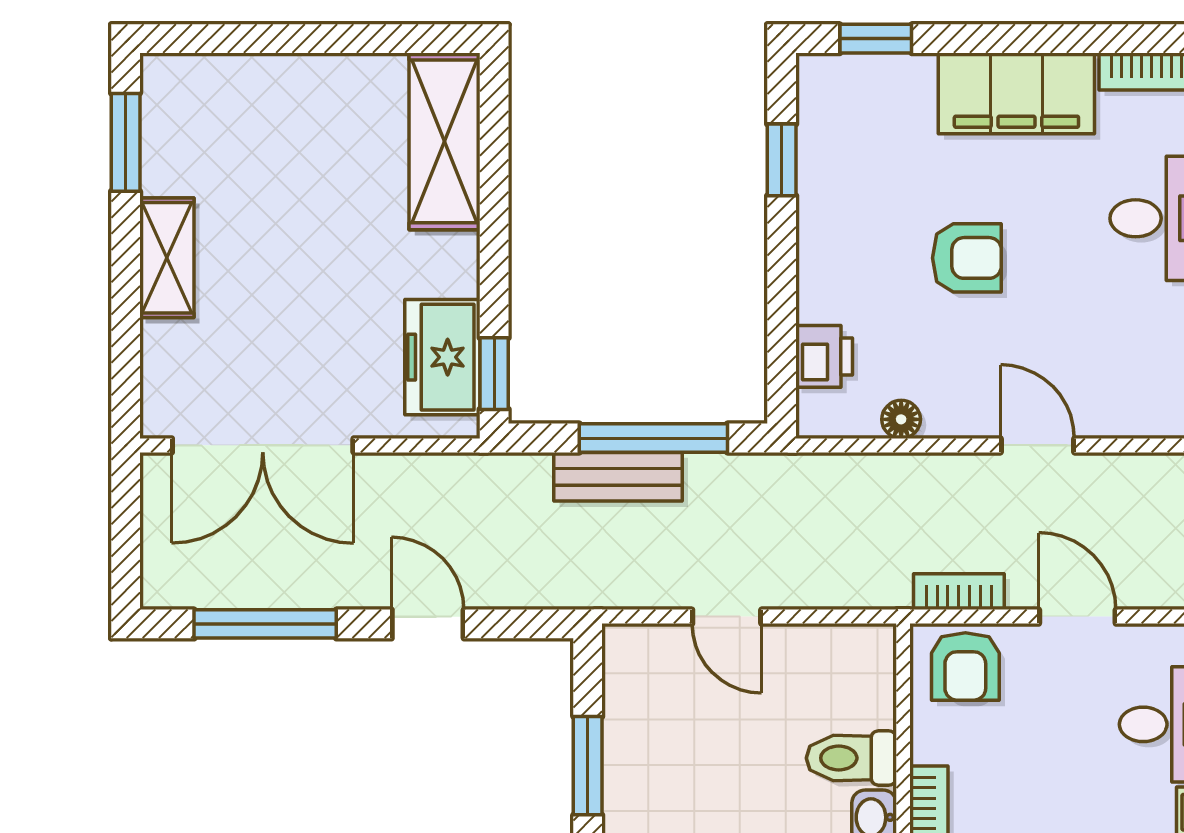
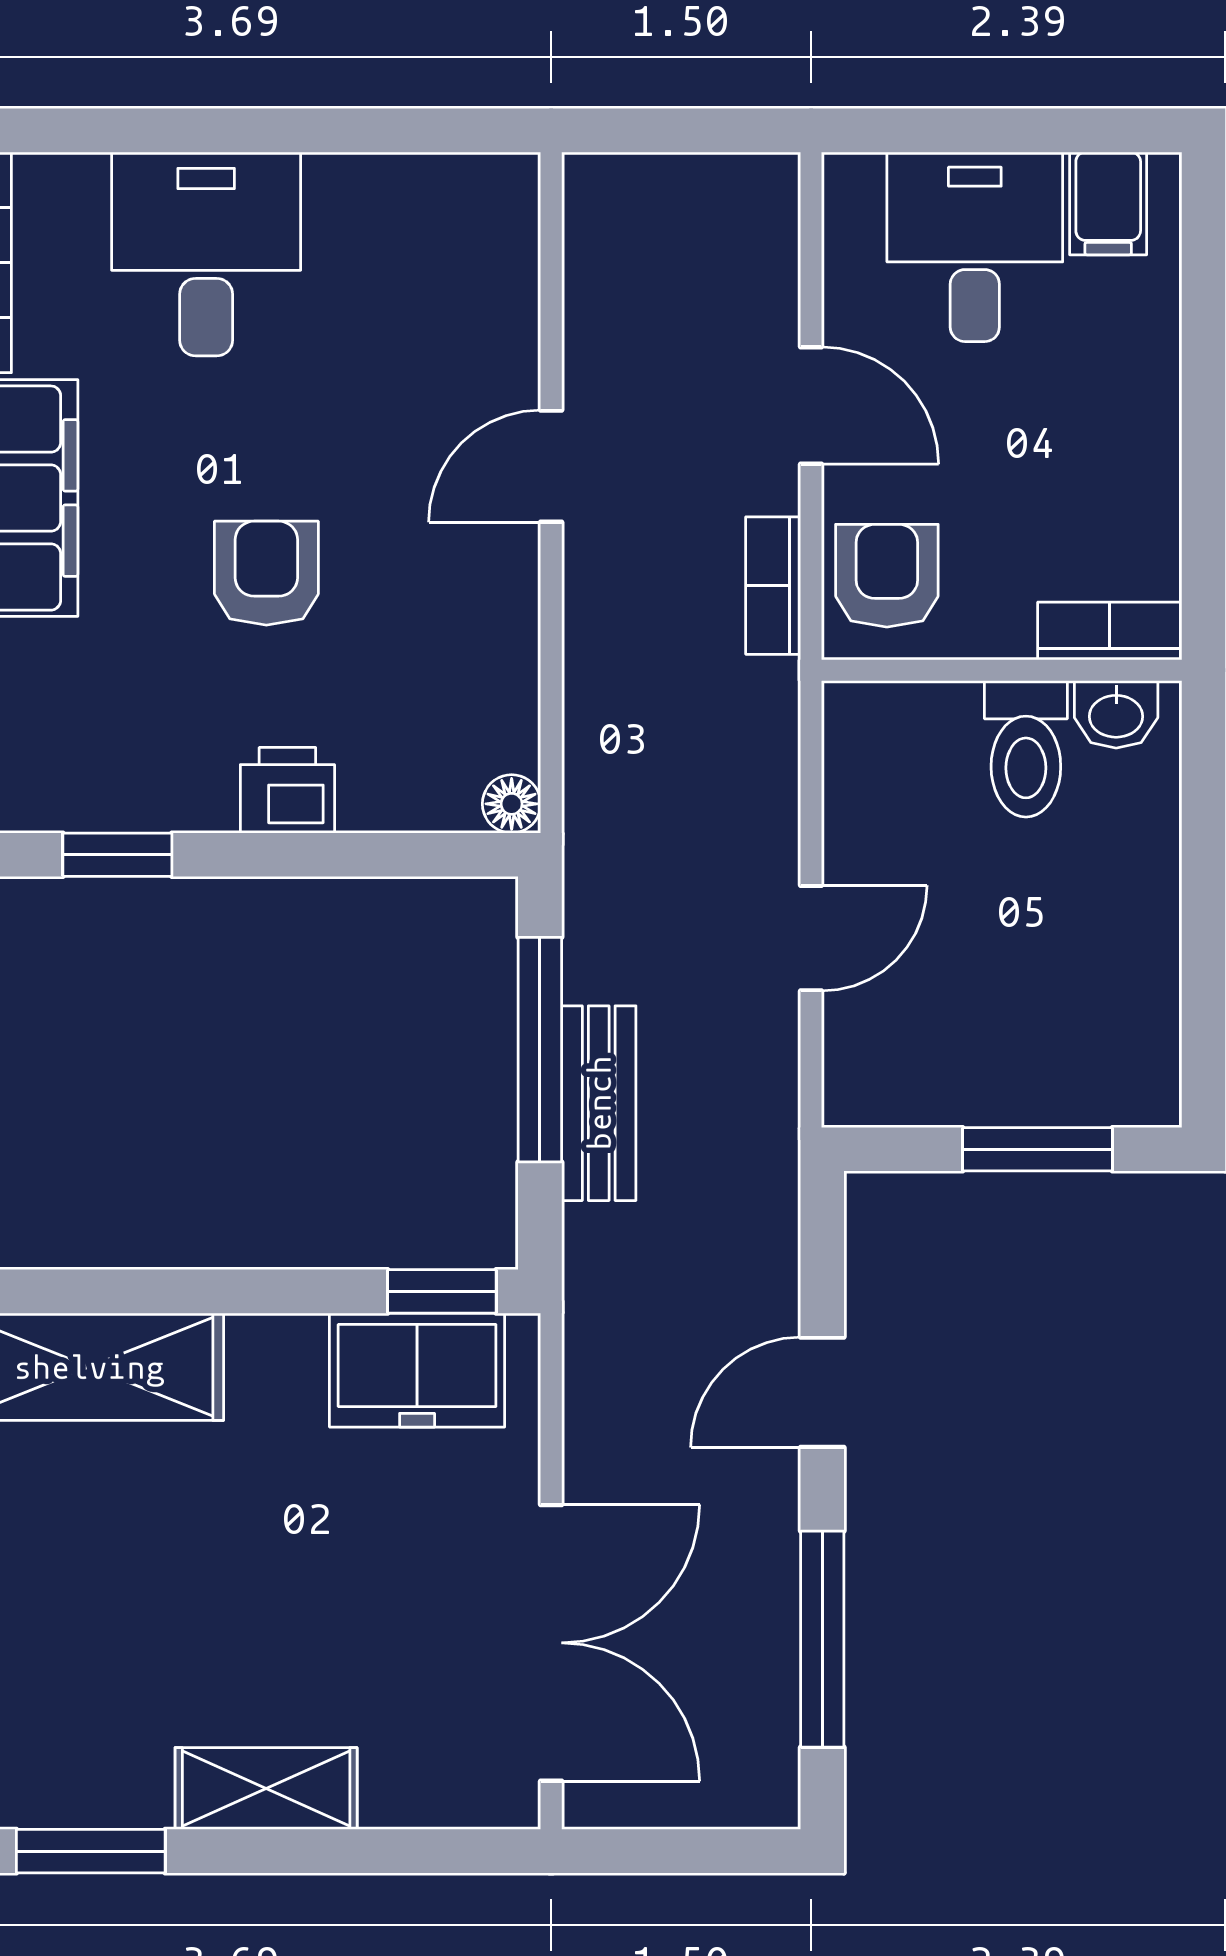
printer: (824, 356) -> (287, 790), moved
floor lamp: (901, 419) -> (512, 804), moved
door: (1077, 617) -> (811, 405), swing flipped
armchair: (965, 666) -> (887, 576), turned -90

